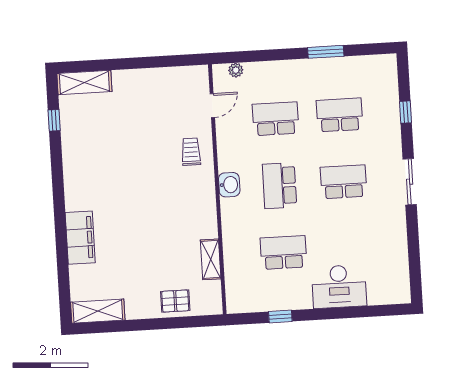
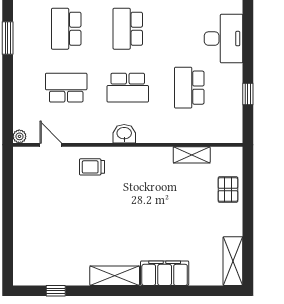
plant: (236, 70) -> (19, 136), moved
shelving: (84, 83) -> (115, 276), moved, turned 90
school desk: (276, 119) -> (66, 88), turned 90

